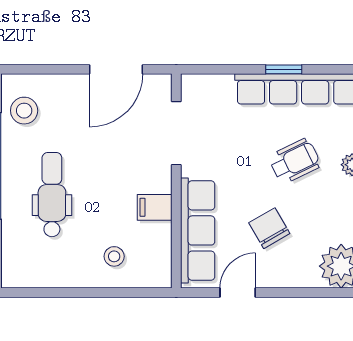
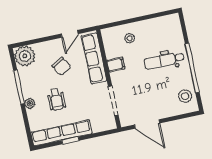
door: (116, 69) -> (147, 124), swing flipped
wheelchair: (295, 161) -> (56, 100), turned -64
dental chair: (52, 195) -> (164, 60), turned 90

